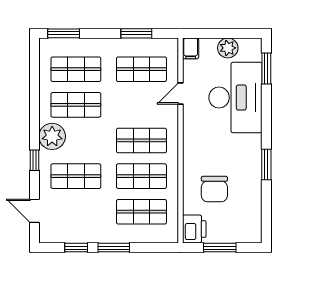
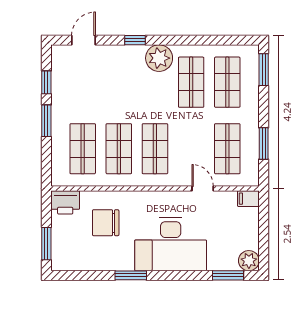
plant: (228, 48) -> (249, 261), moved
desk: (235, 98) -> (171, 244), moved
shop shelf: (76, 176) -> (119, 82), removed
window: (220, 248) -> (46, 244), moved

